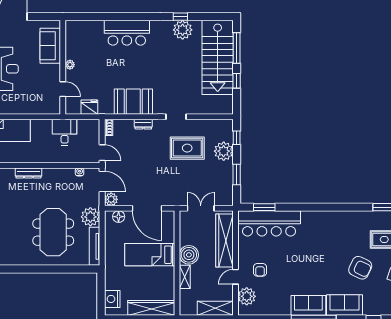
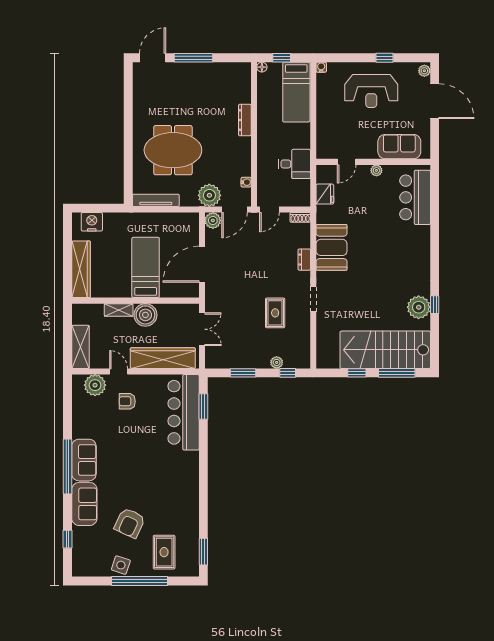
bar counter: (127, 33) -> (415, 197), moved
rug: (187, 148) -> (275, 313), width x0.73, depth x0.70
plant: (224, 151) -> (277, 362), width x0.53, depth x0.53
plant: (90, 217) -> (209, 195), moved
floor lamp: (119, 217) -> (192, 230), removed

